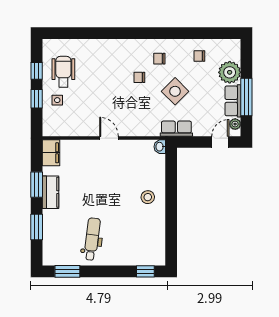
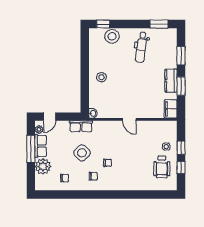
stool: (133, 254) -> (112, 36), added

